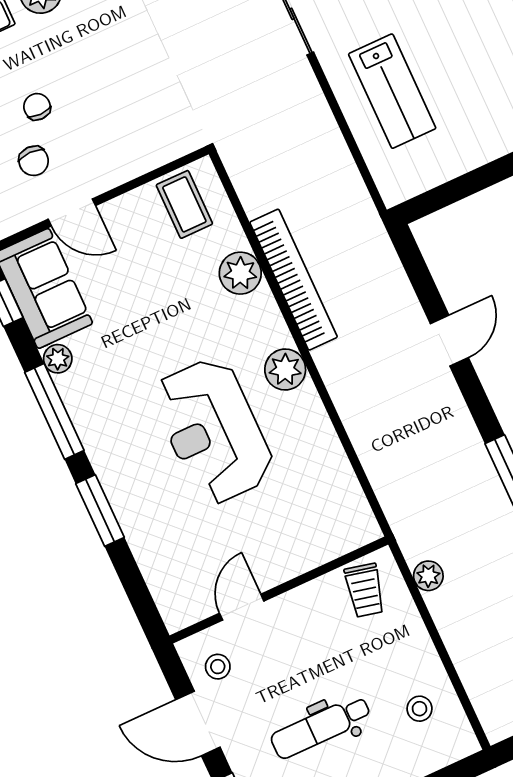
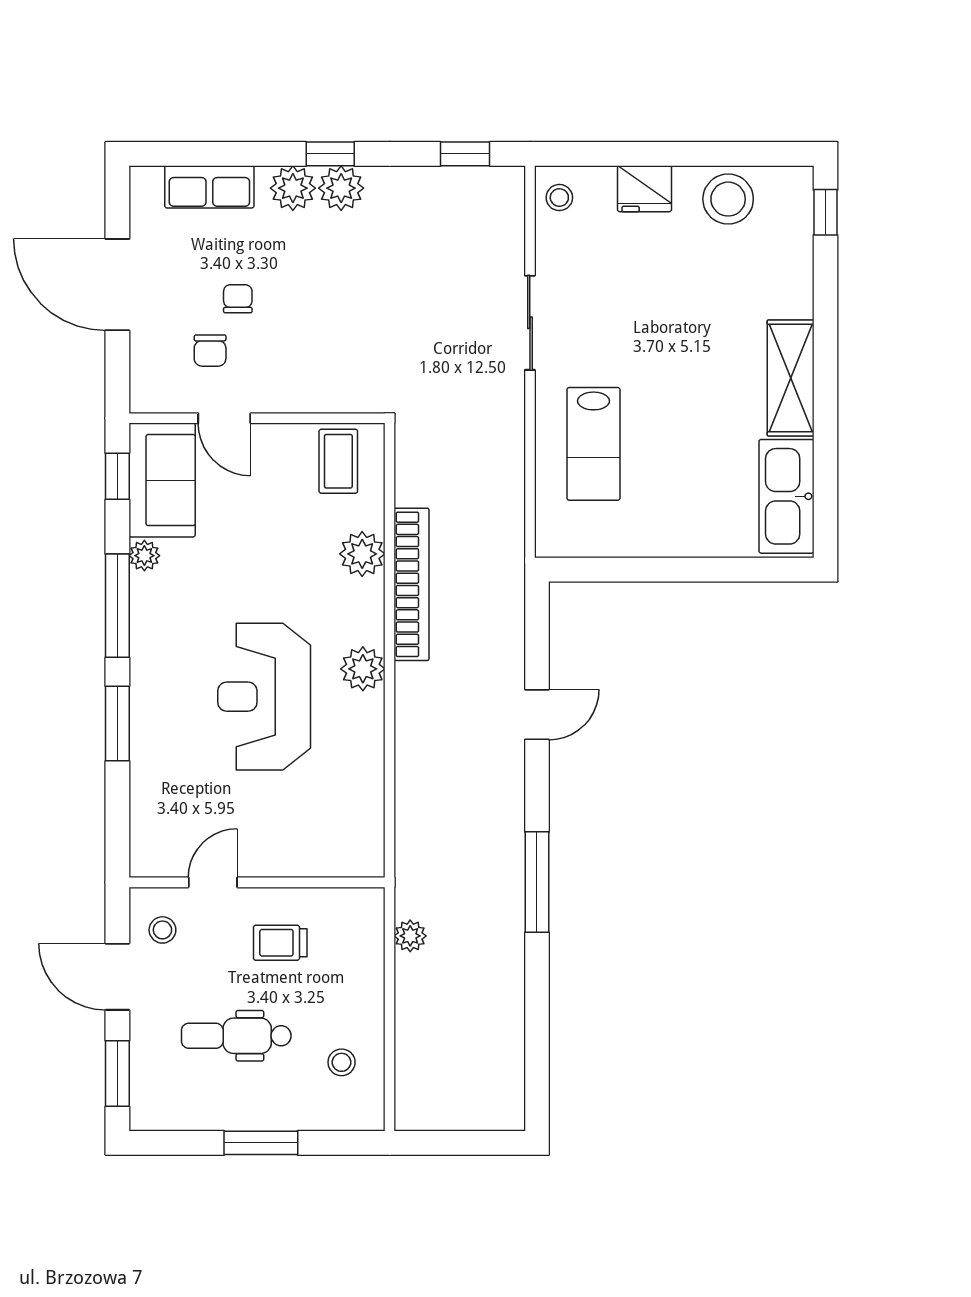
trolley: (365, 590) -> (280, 943), moved, turned 77

